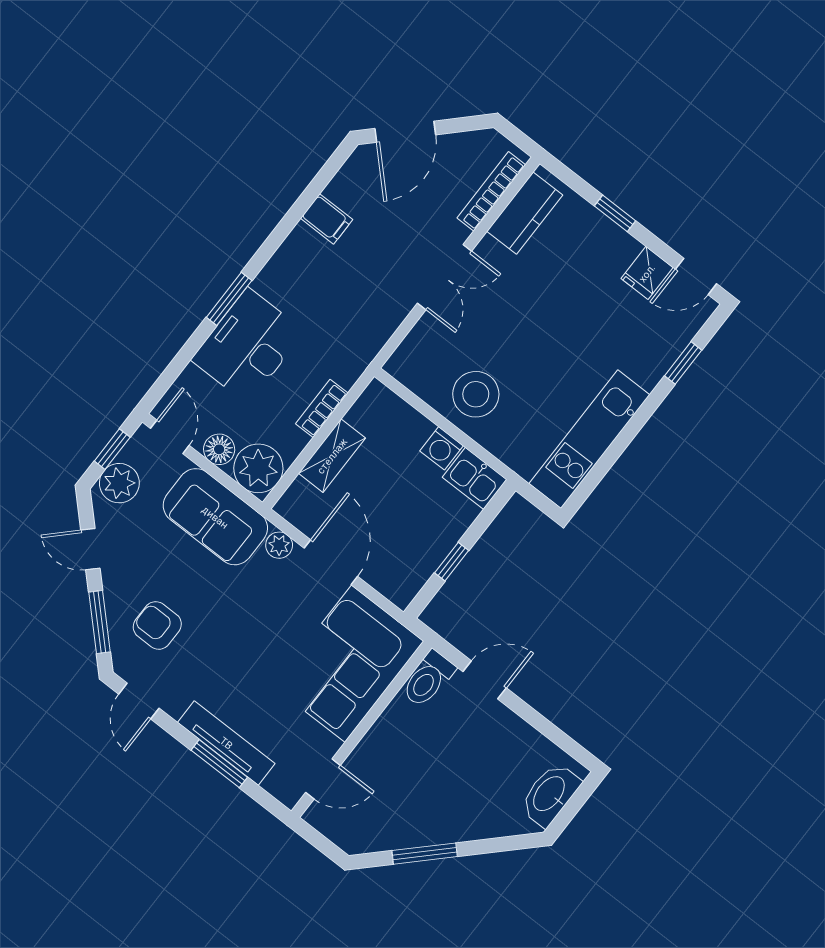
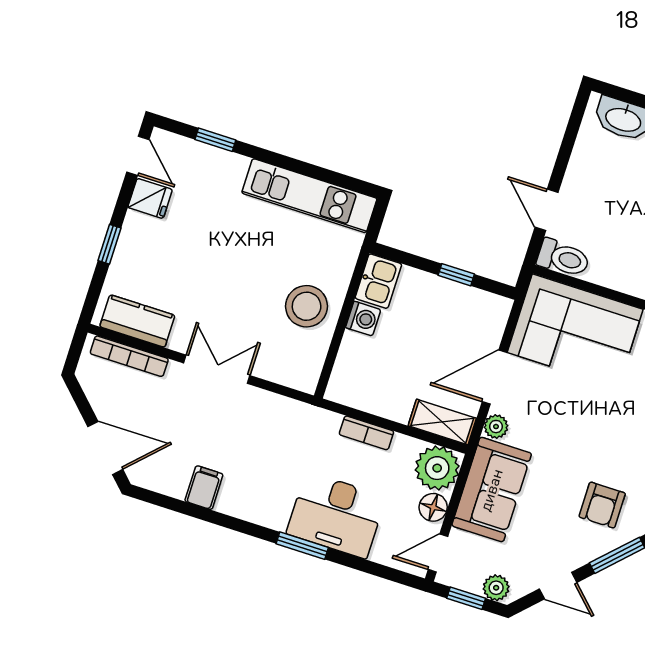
shelving: (332, 456) -> (442, 422), moved
plant: (119, 483) -> (496, 588), width x0.73, depth x0.73
door: (90, 549) -> (558, 586), hinge flipped

